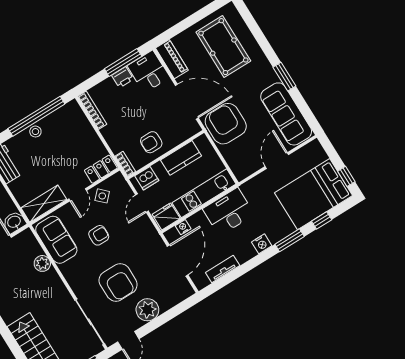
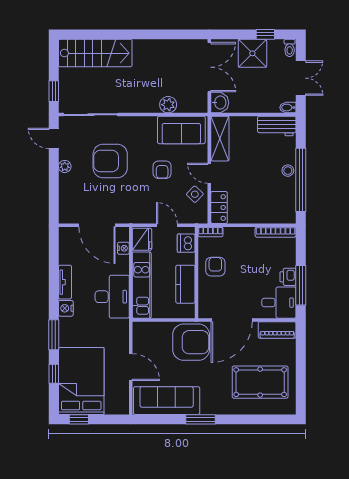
tv unit: (223, 269) -> (65, 282), moved
plant: (147, 310) -> (65, 166), width x0.53, depth x0.53

